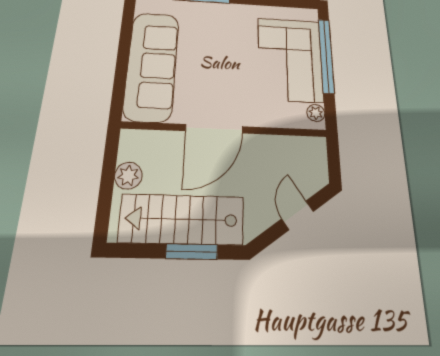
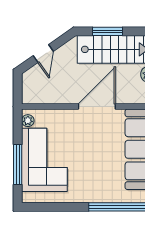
window: (326, 55) -> (18, 164), width x0.68

